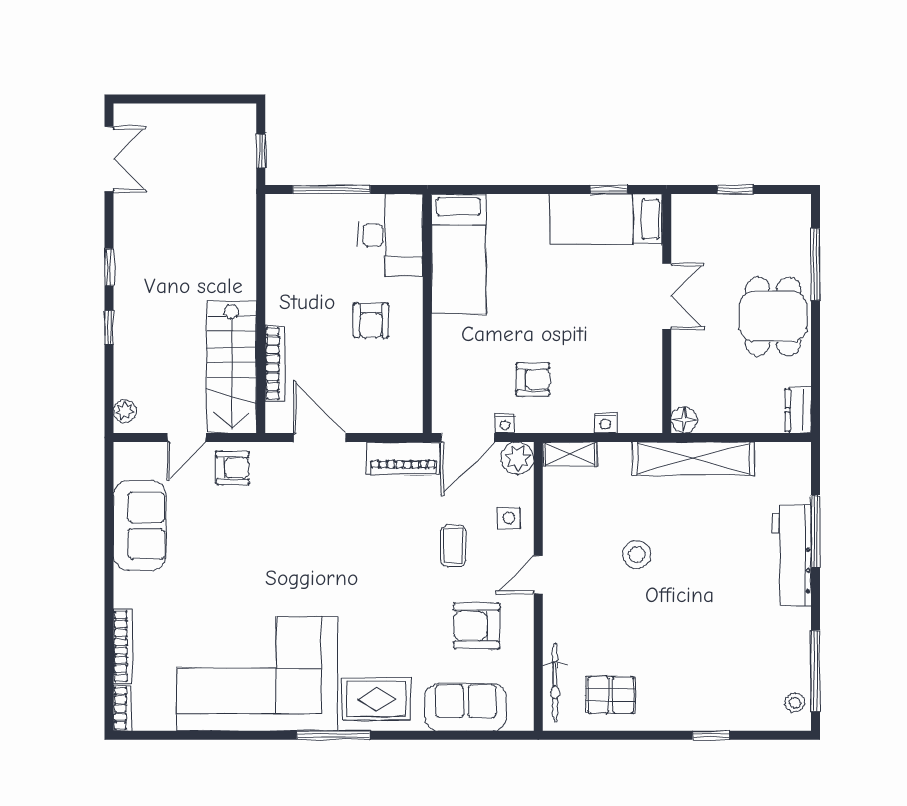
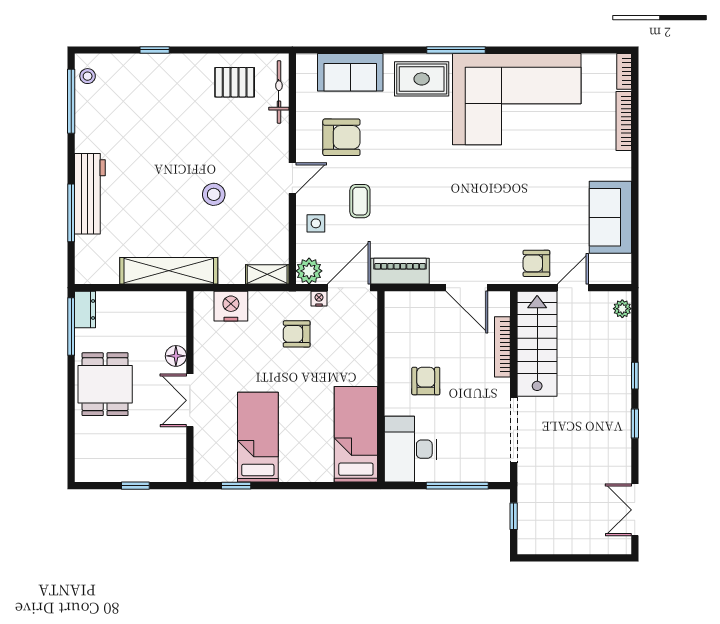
bed: (606, 219) -> (258, 437), moved, turned -90
doorway: (261, 259) -> (514, 430), added
window: (816, 264) -> (71, 326), moved
floor lamp: (684, 420) -> (176, 356), moved
nightstand: (605, 423) -> (231, 306), width x1.89, depth x1.79

